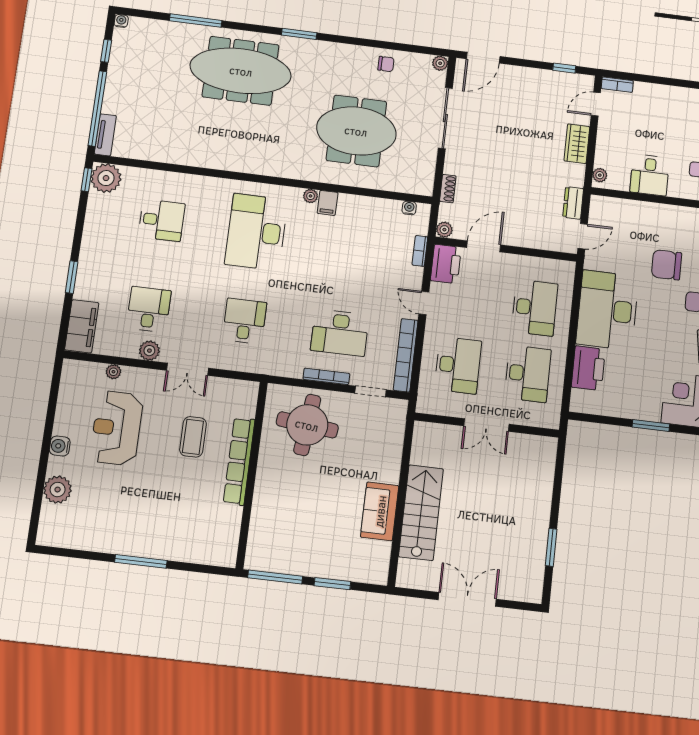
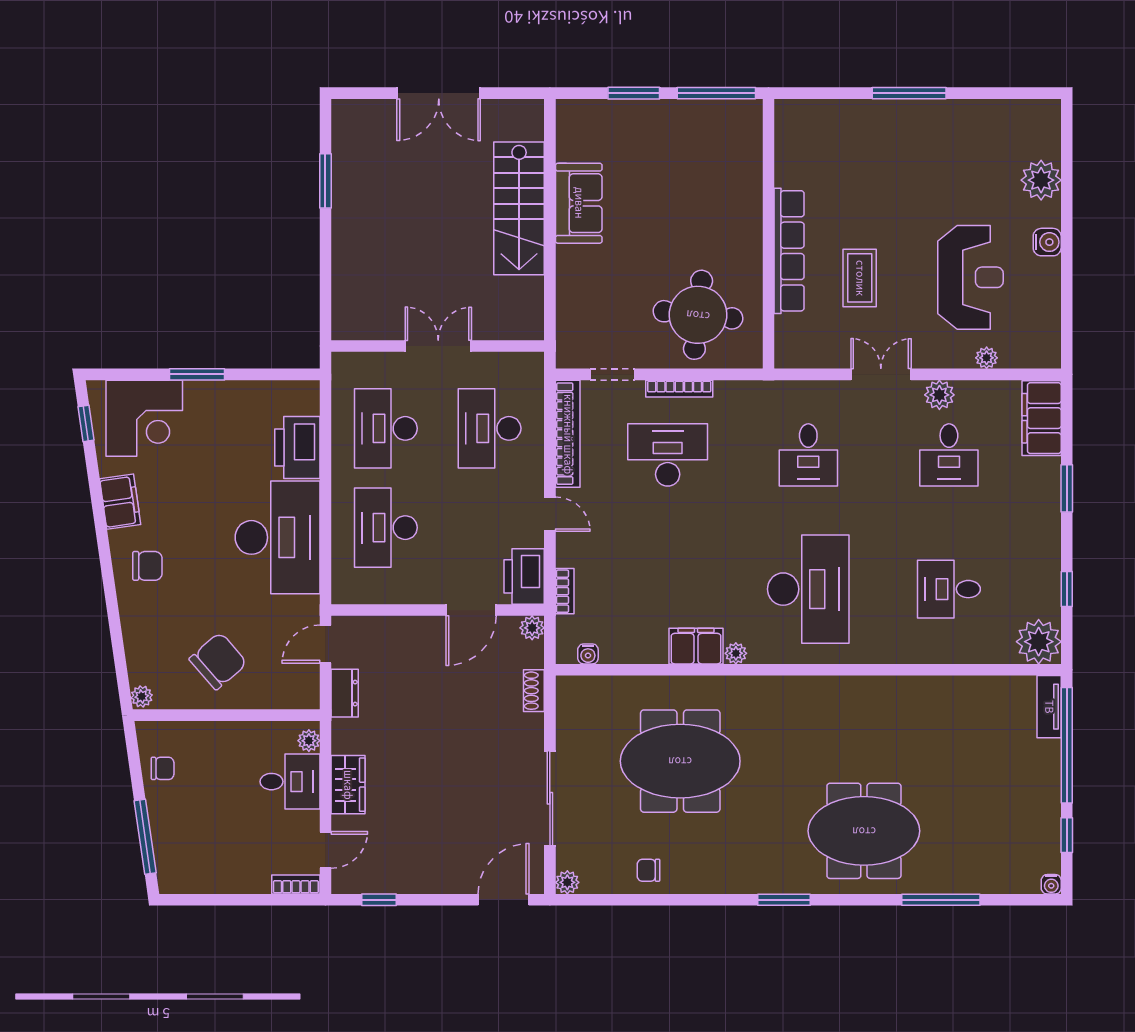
meeting table: (241, 71) -> (864, 831), width x0.73
desk: (650, 175) -> (290, 782), moved, turned 90
window: (86, 180) -> (1067, 589), moved
filing cabinet: (328, 203) -> (696, 646), width x2.00
chair: (667, 265) -> (218, 661), moved, turned -41

